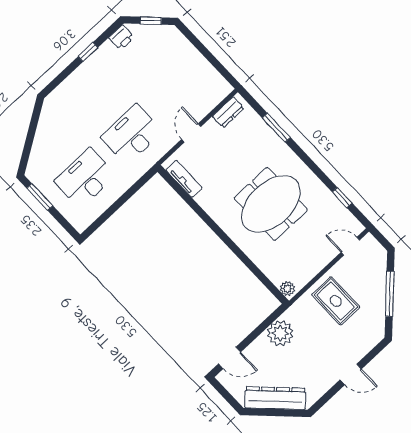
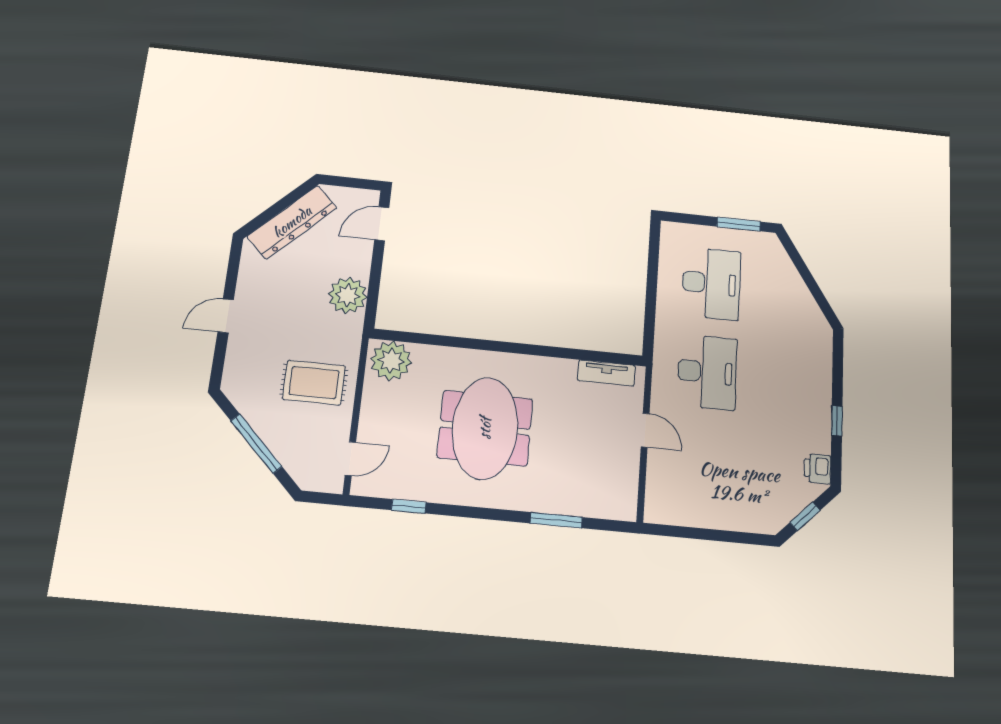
dresser: (228, 112) -> (626, 490), removed
plant: (287, 288) -> (391, 361), width x1.88, depth x1.88

